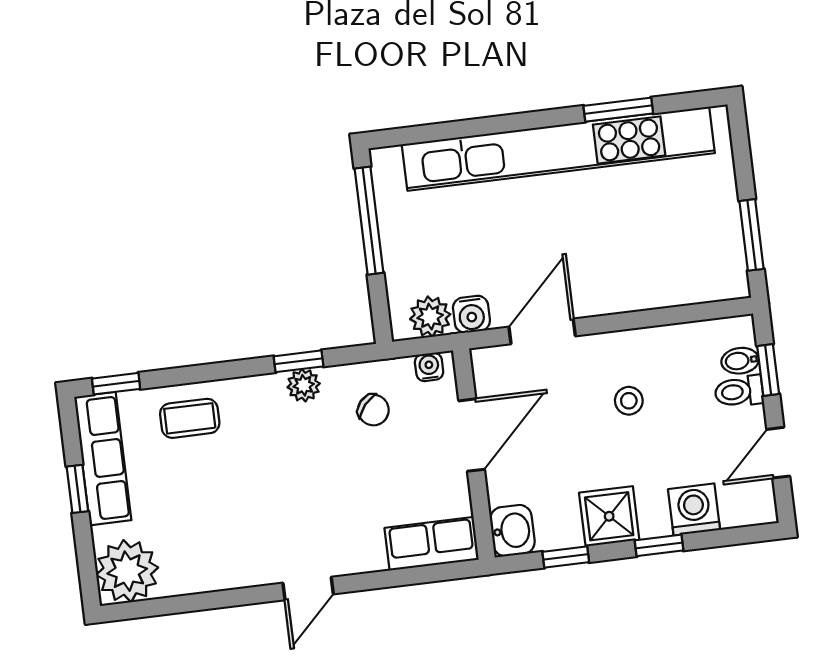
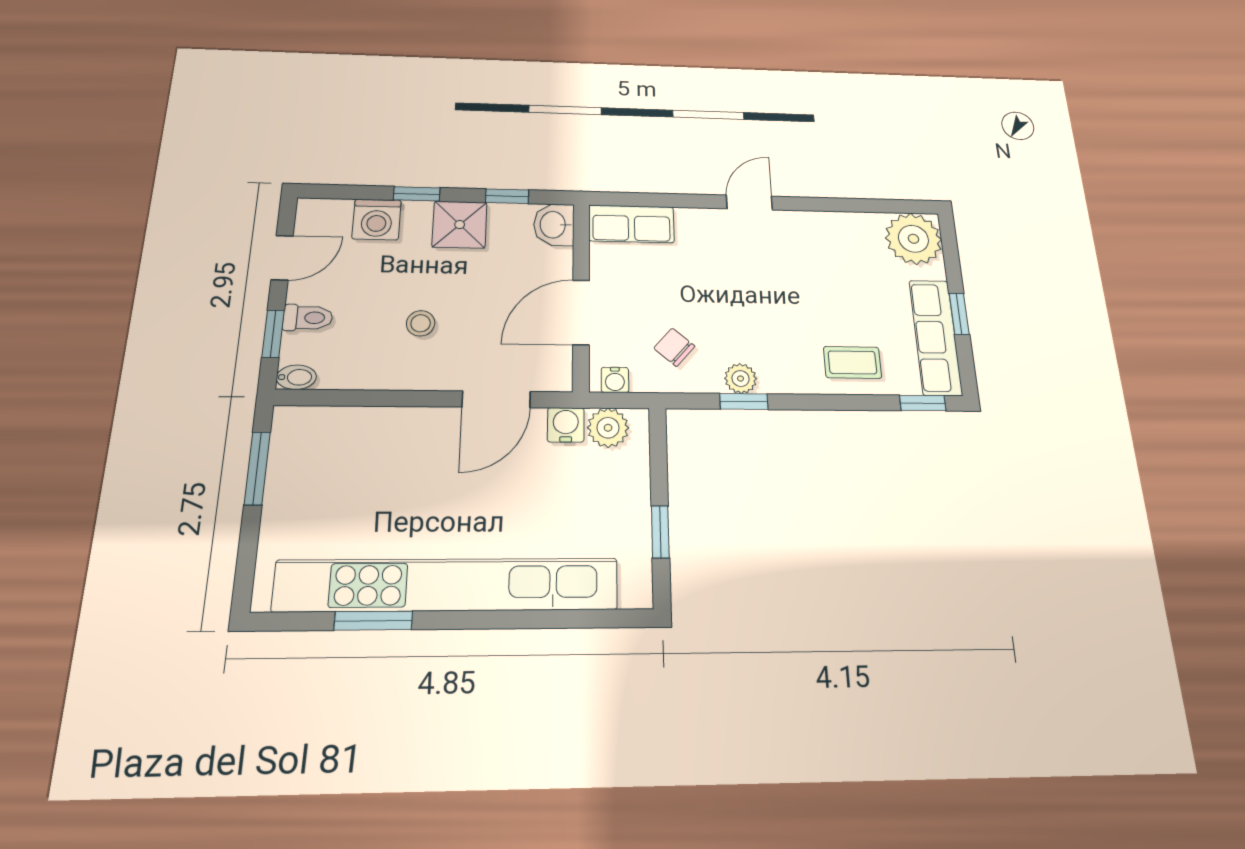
window: (369, 221) -> (660, 532), width x0.46
bidet: (740, 361) -> (296, 377), moved

